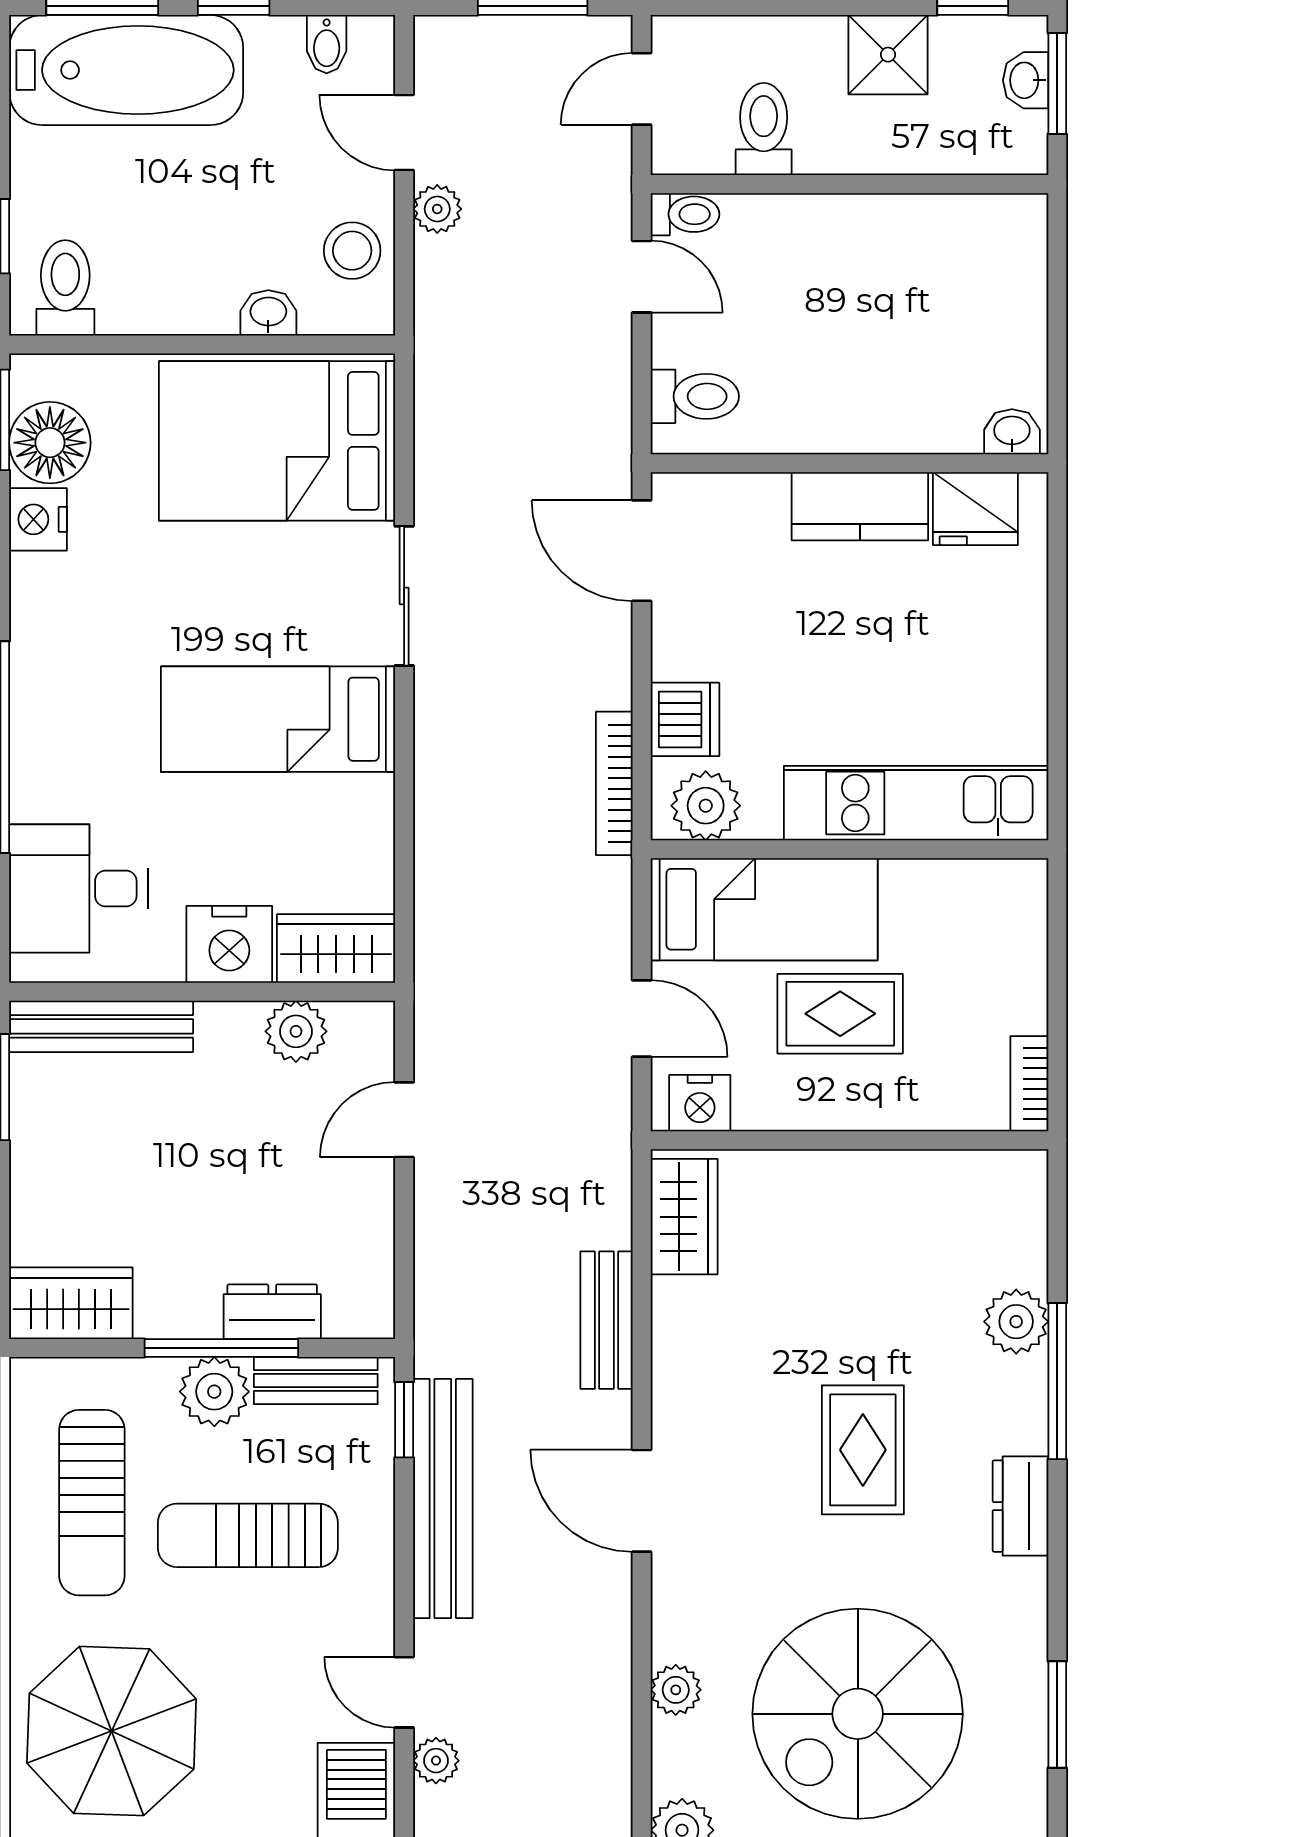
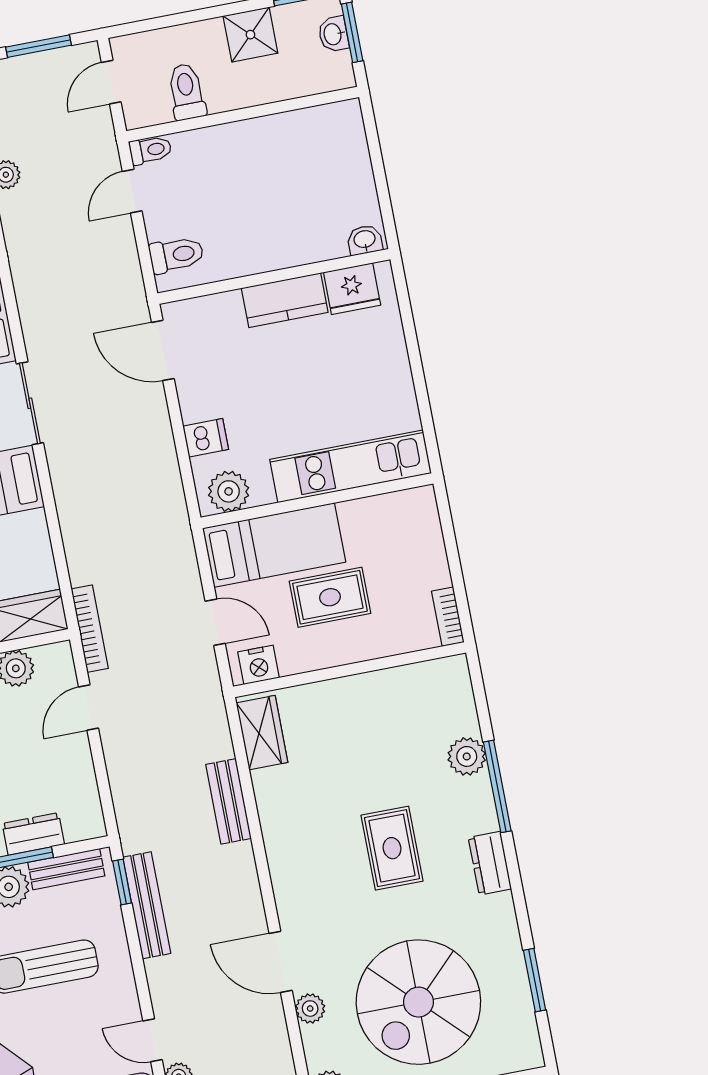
door: (642, 277) -> (132, 191), swing flipped
dishwasher: (685, 719) -> (206, 438), width x0.73
bookcase: (614, 783) -> (90, 629), moved, turned 180
bench: (443, 1499) -> (147, 905), width x0.73, depth x0.82
door: (642, 1501) -> (281, 962), moved

